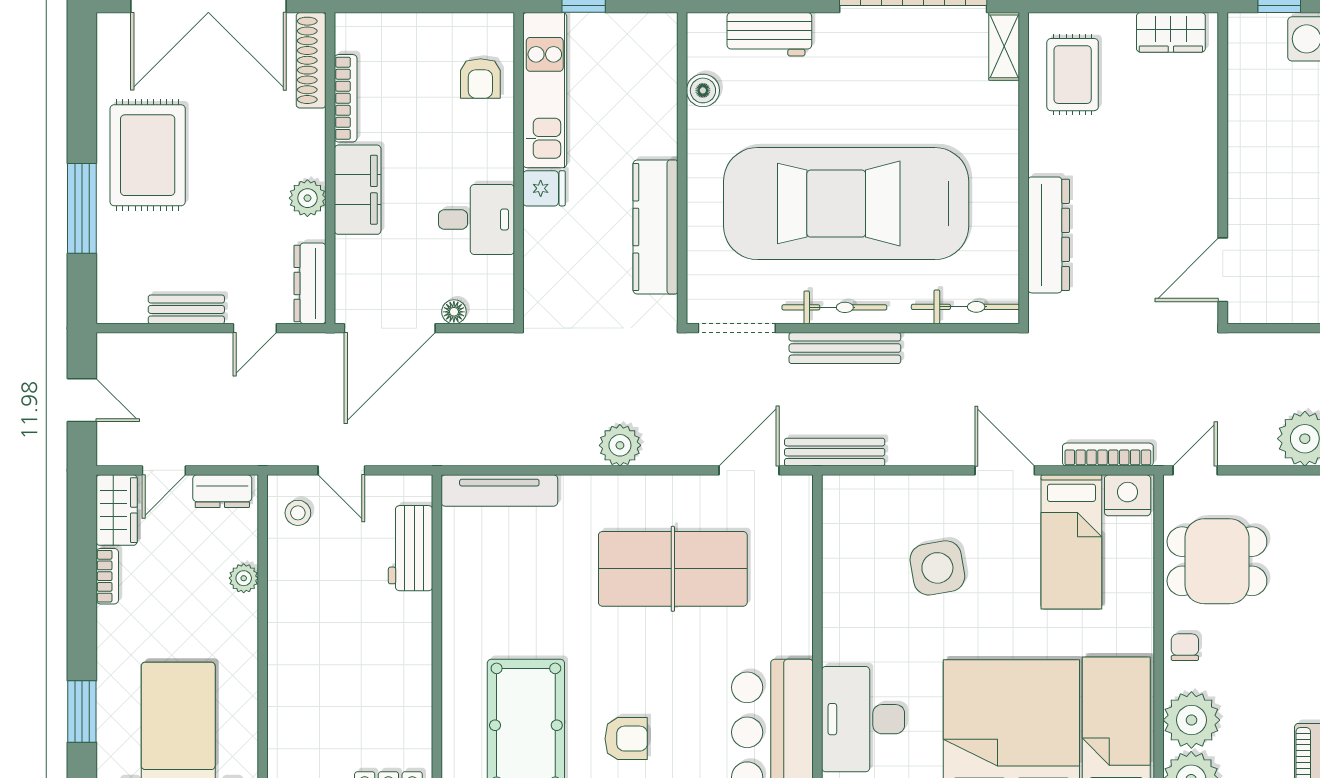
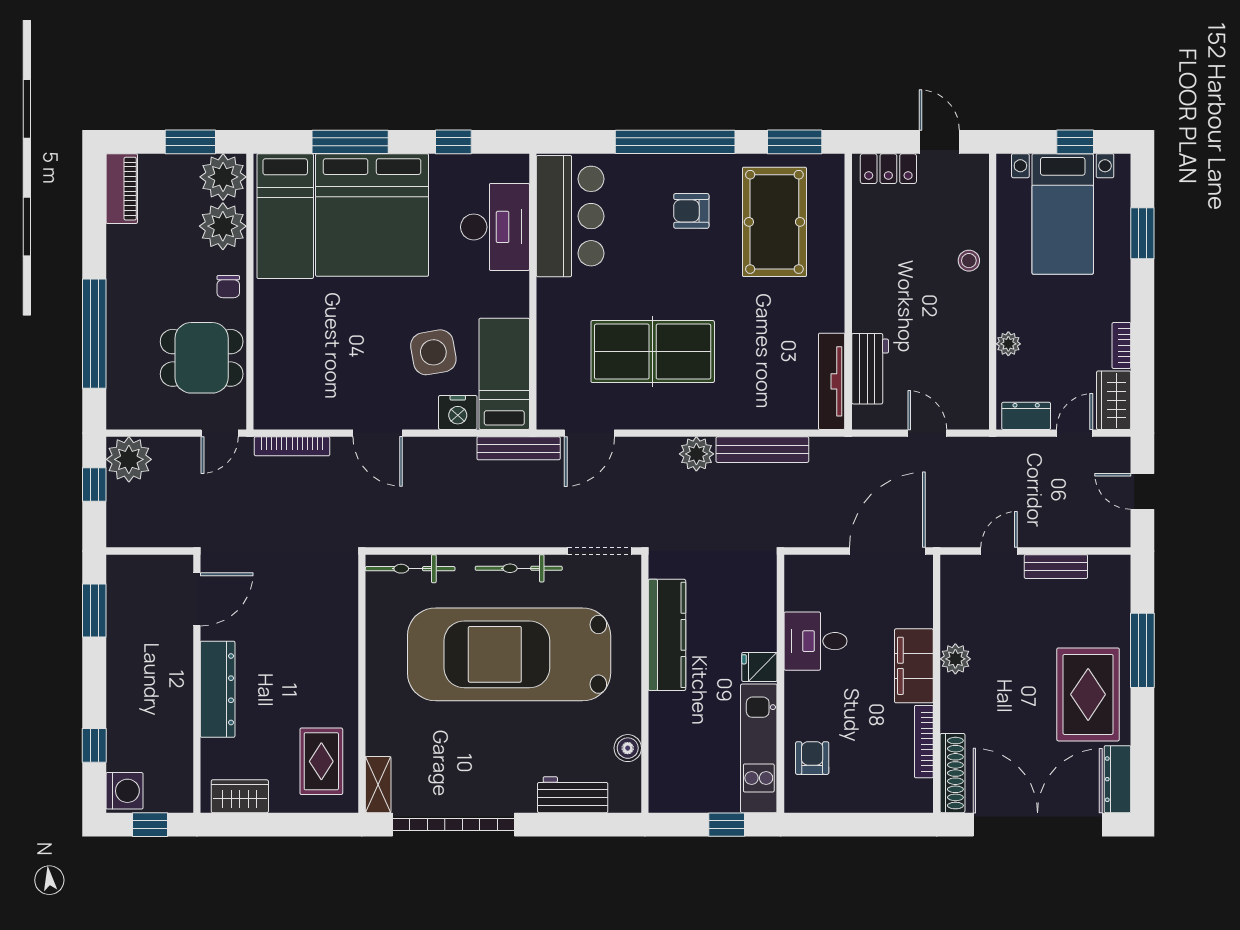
car: (846, 204) -> (509, 654), turned 180
dresser: (1049, 235) -> (218, 689), moved, turned 180
dresser: (310, 283) -> (1118, 779), moved, turned 180
floor lamp: (454, 312) -> (834, 565), removed
bench: (845, 348) -> (762, 450), moved
tv unit: (499, 490) -> (832, 381), moved, turned -90
nightstand: (1128, 495) -> (458, 412), moved
stool: (298, 513) -> (969, 261), moved
bed: (1071, 542) -> (504, 374), moved

